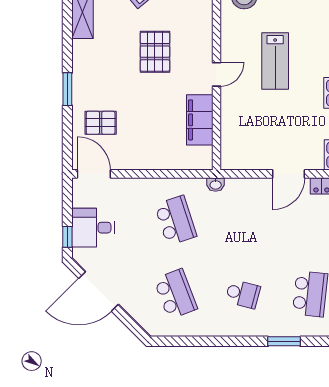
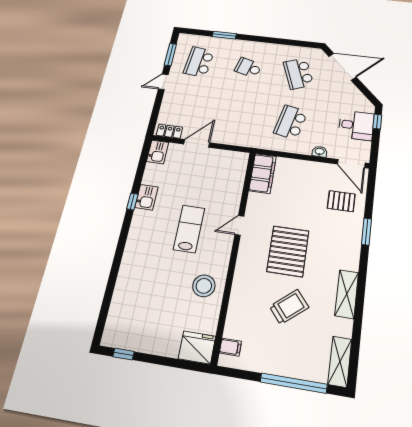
pallet: (155, 52) -> (288, 251), width x1.37, depth x1.41
filing cabinet: (200, 120) -> (263, 173), moved
washbasin: (216, 185) -> (320, 152), moved
school desk: (176, 220) -> (291, 122), turned 30
door: (99, 291) -> (342, 67), moved

